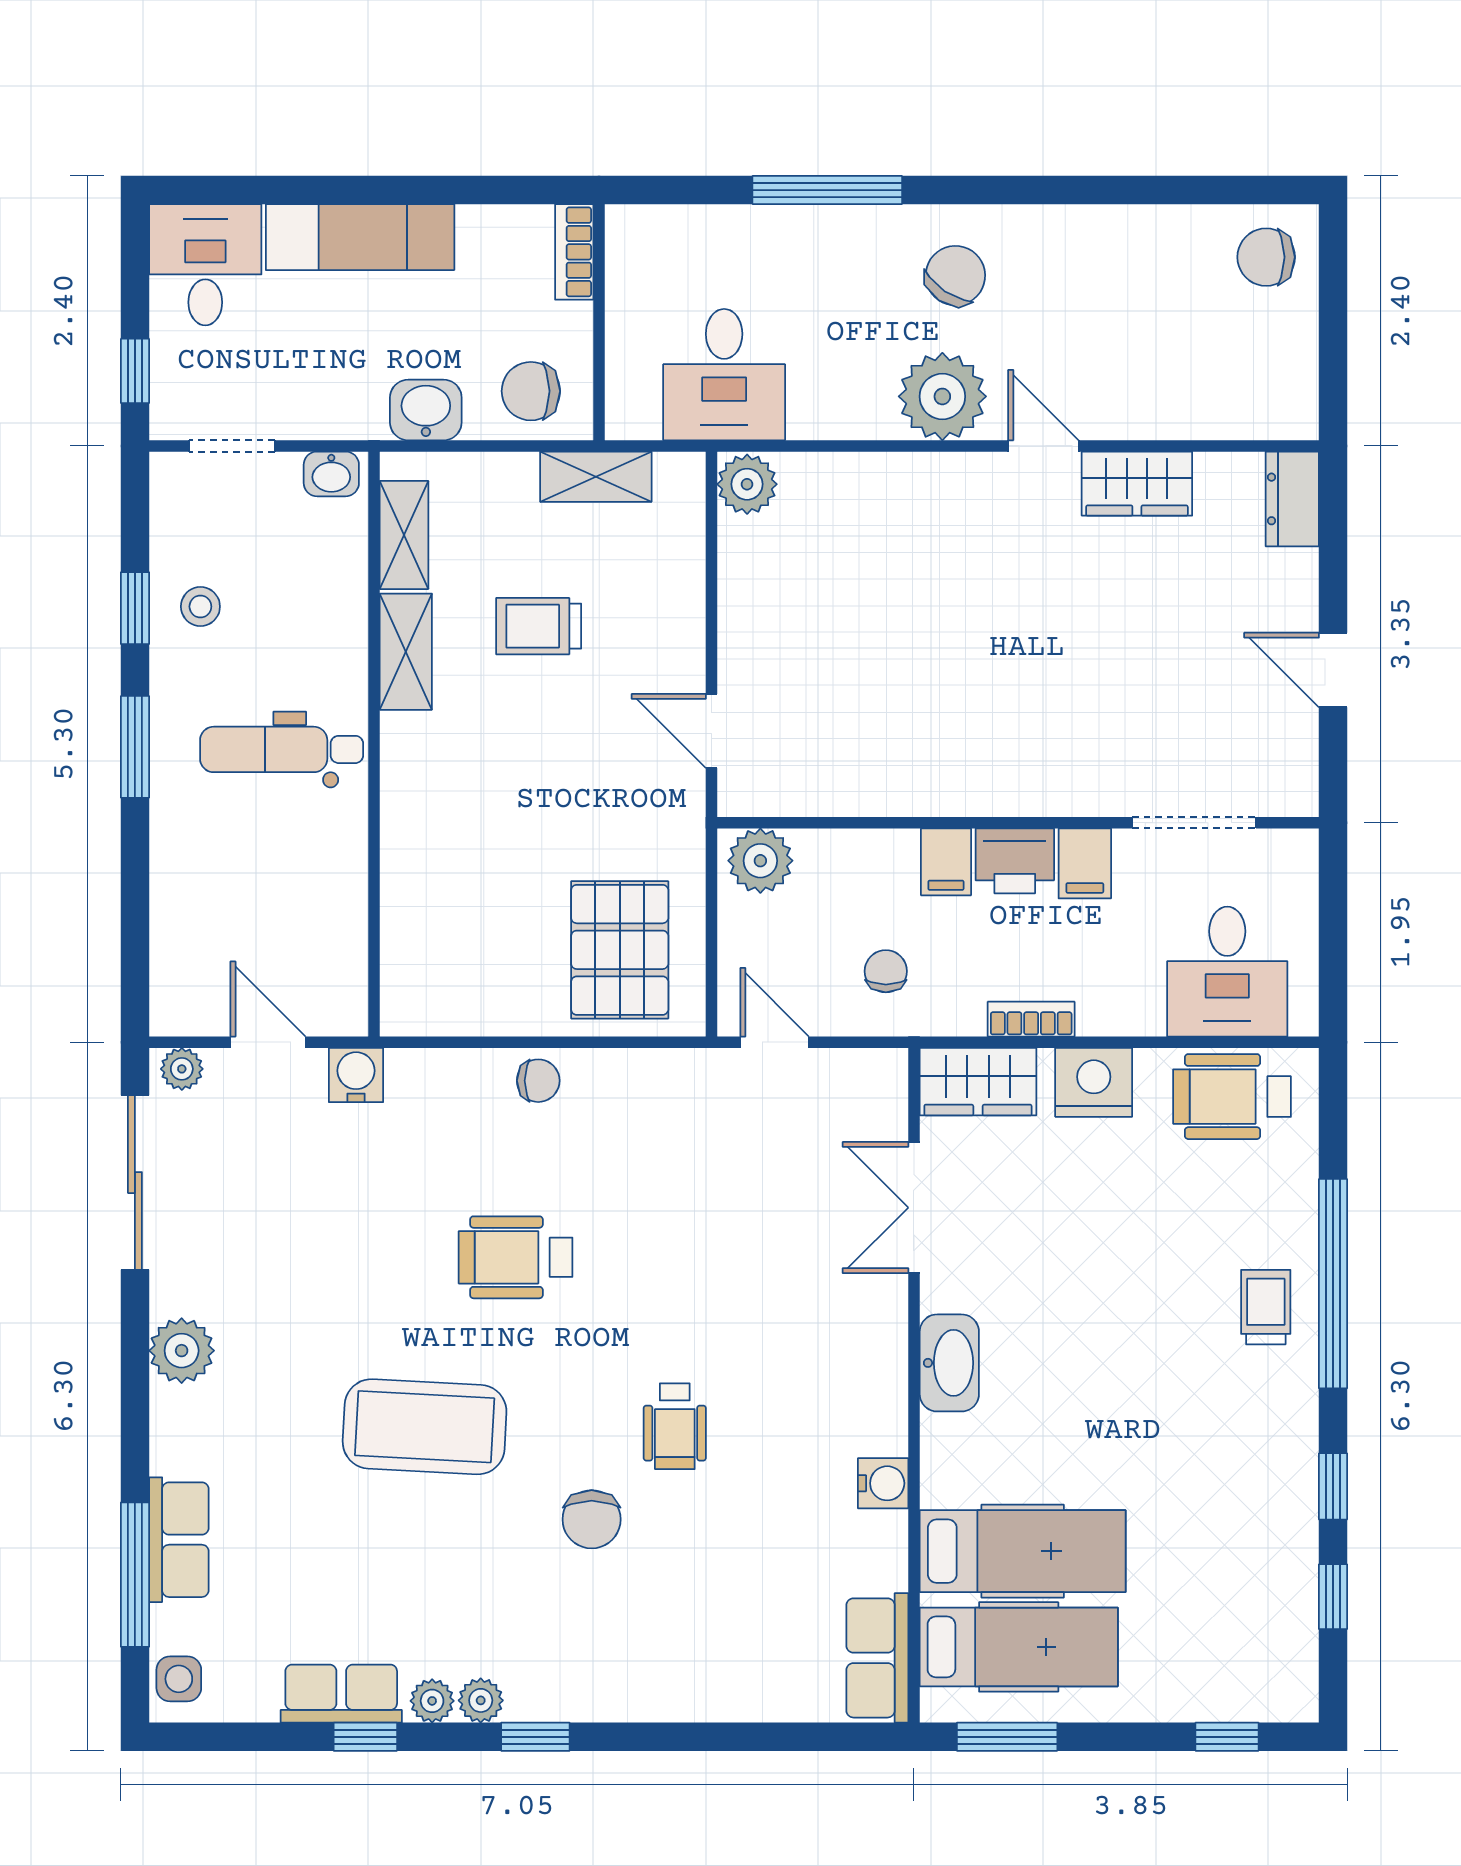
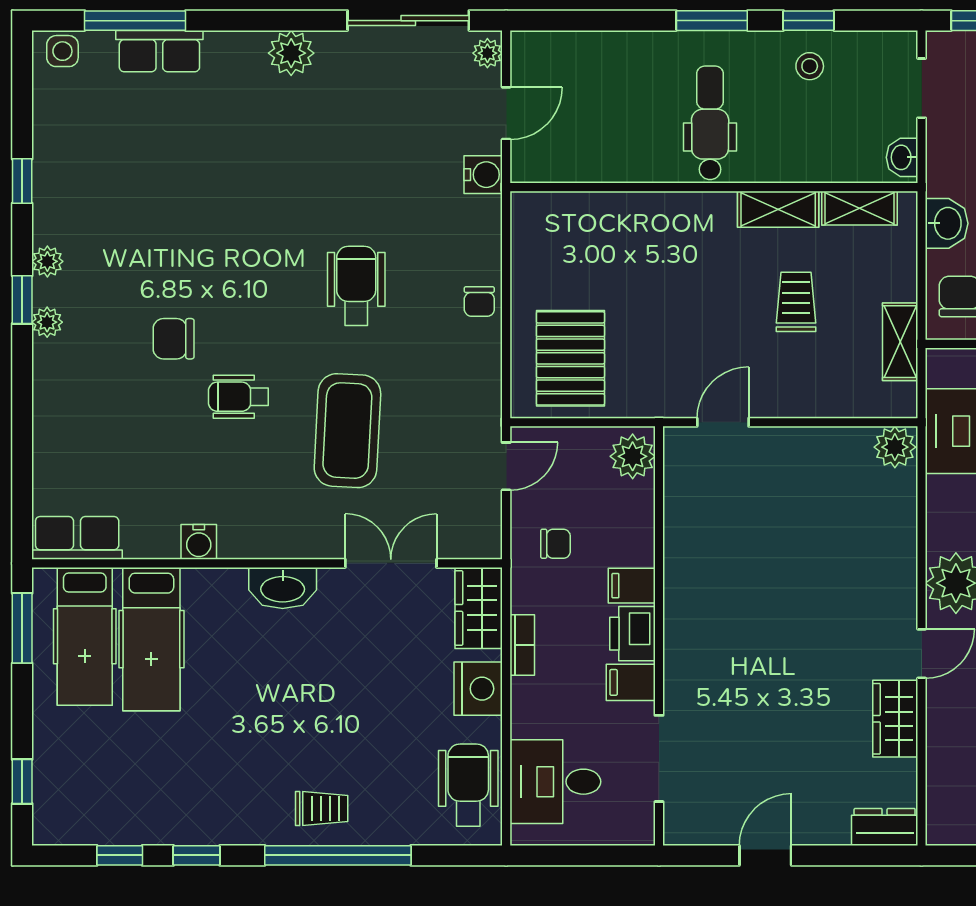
pallet: (620, 950) -> (570, 358), turned 90
coffee table: (425, 1427) -> (347, 431), moved
row of seats: (341, 1694) -> (52, 164), removed
plant: (432, 1701) -> (47, 322), moved

